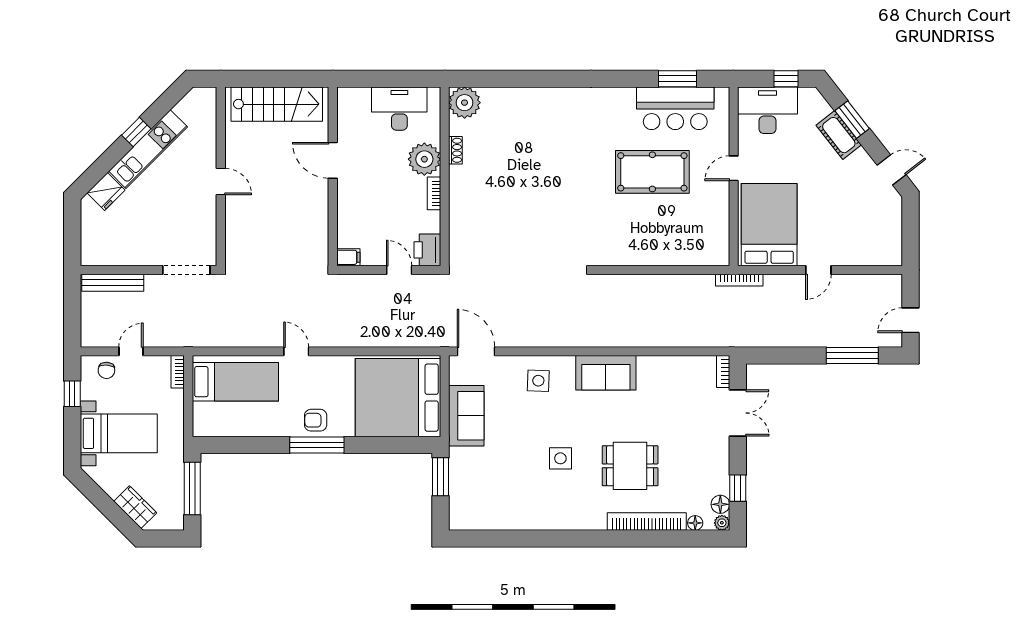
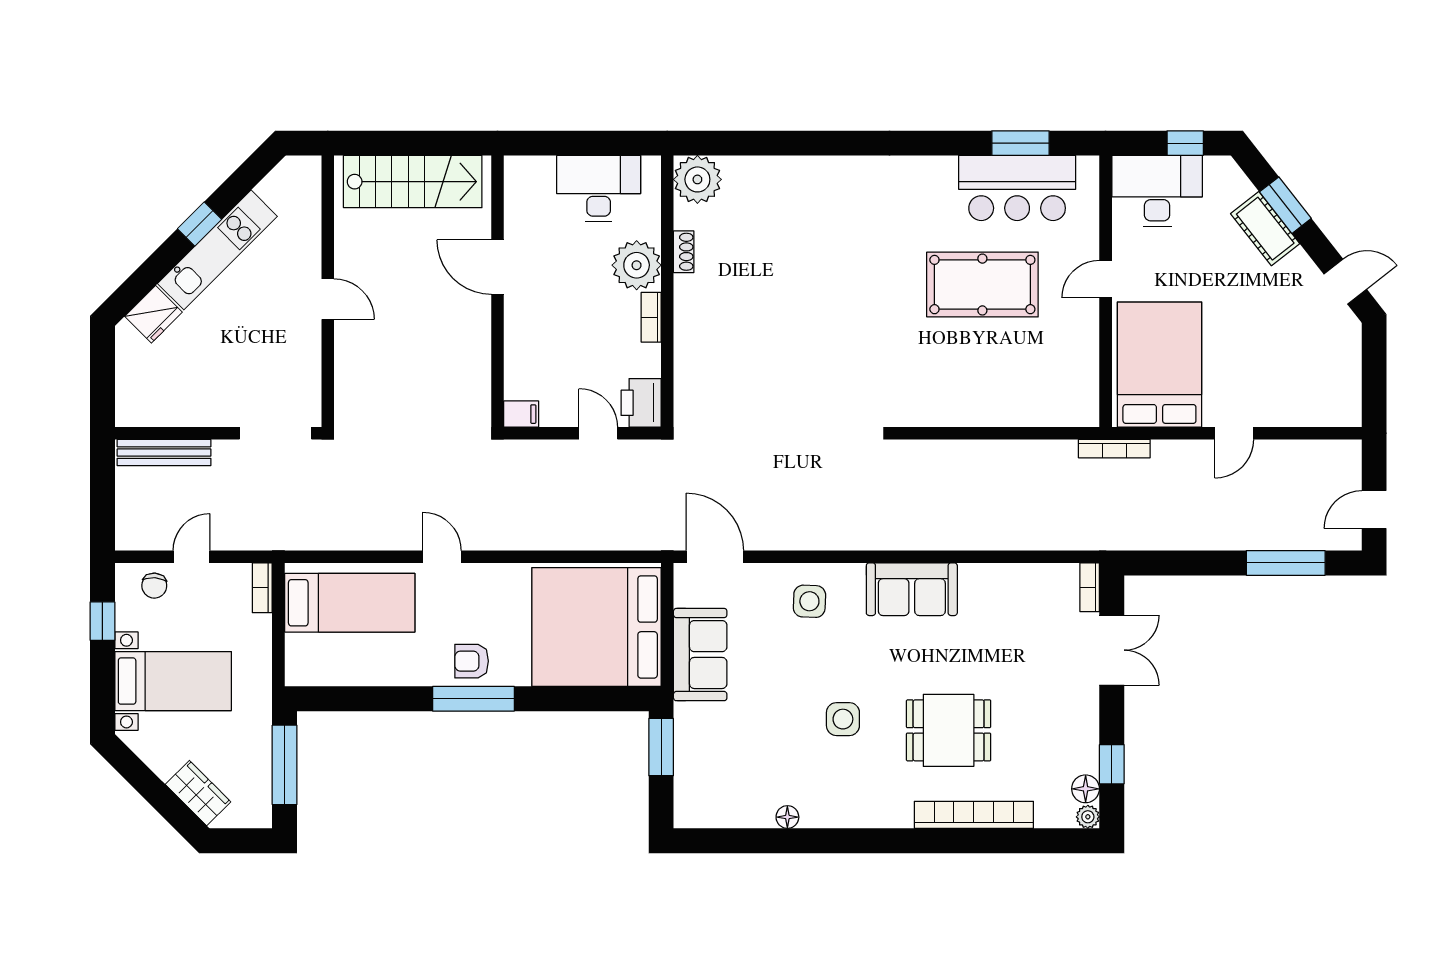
floor lamp: (695, 523) -> (787, 817), moved

